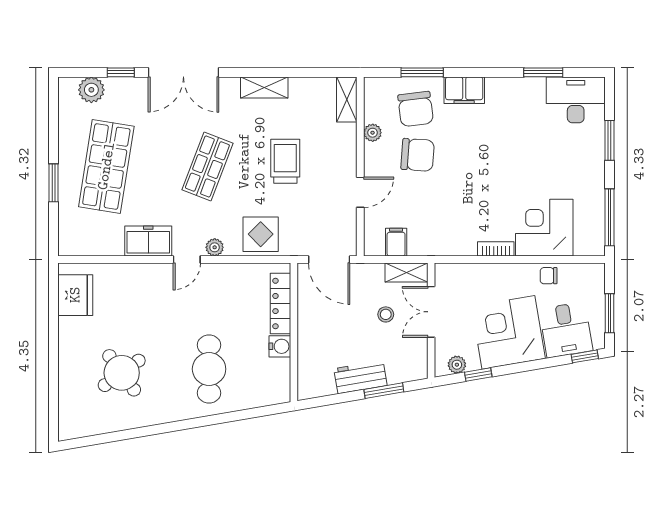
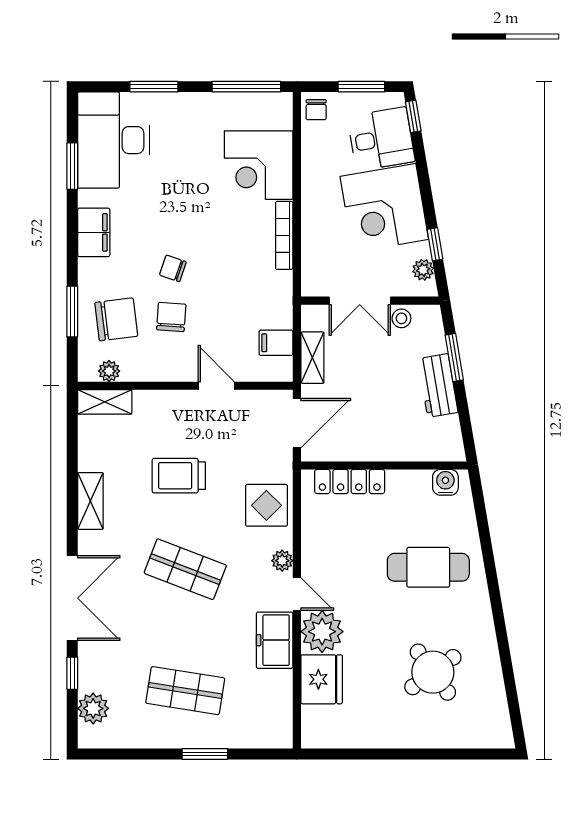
filing cabinet: (464, 90) -> (94, 232), moved
desk: (576, 100) -> (114, 140), width x1.36, depth x1.30
plant: (373, 133) -> (109, 371), moved
chair: (418, 155) -> (171, 317), width x0.73, depth x0.73
chair: (458, 156) -> (173, 268), added
shop shelf: (106, 166) -> (185, 691), width x0.70, depth x0.74
bookcase: (496, 249) -> (284, 235), width x1.56
shelving: (406, 272) -> (312, 358), moved
chair: (549, 276) -> (316, 110), moved
plant: (155, 280) -> (322, 632), added
fridge: (75, 295) -> (322, 679), moved, turned 90
stool: (386, 314) -> (401, 318), moved
water cooler: (280, 346) -> (445, 482), moved

